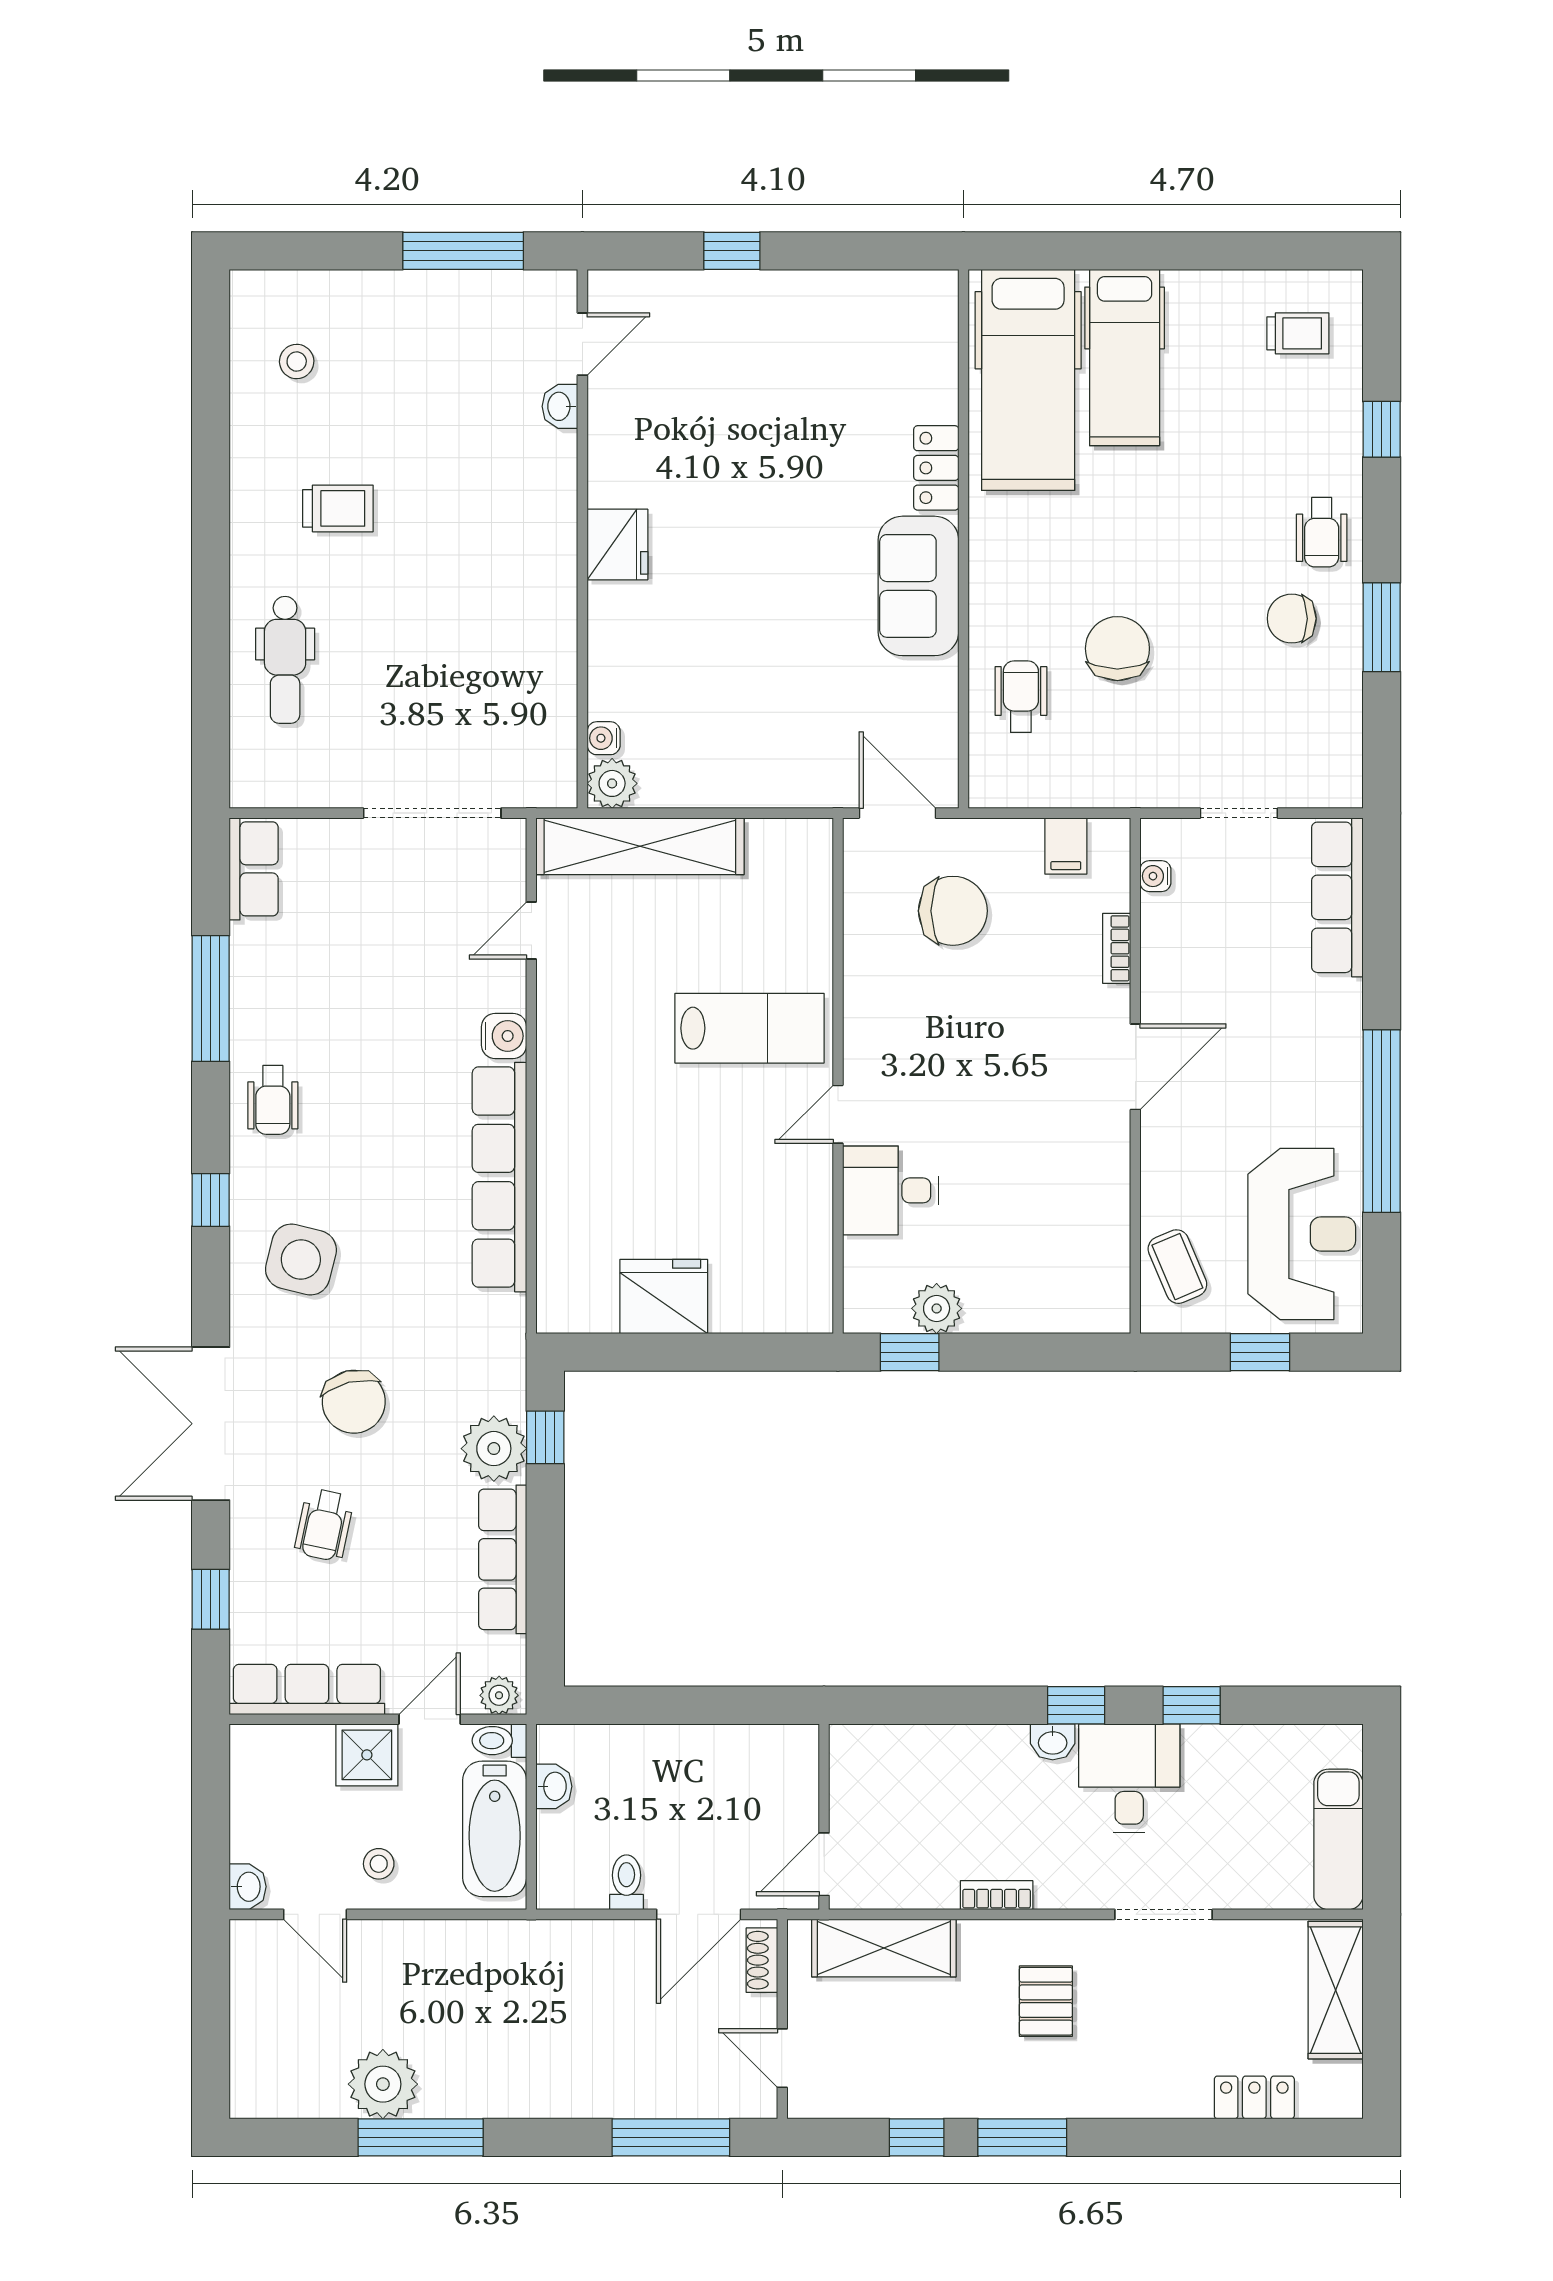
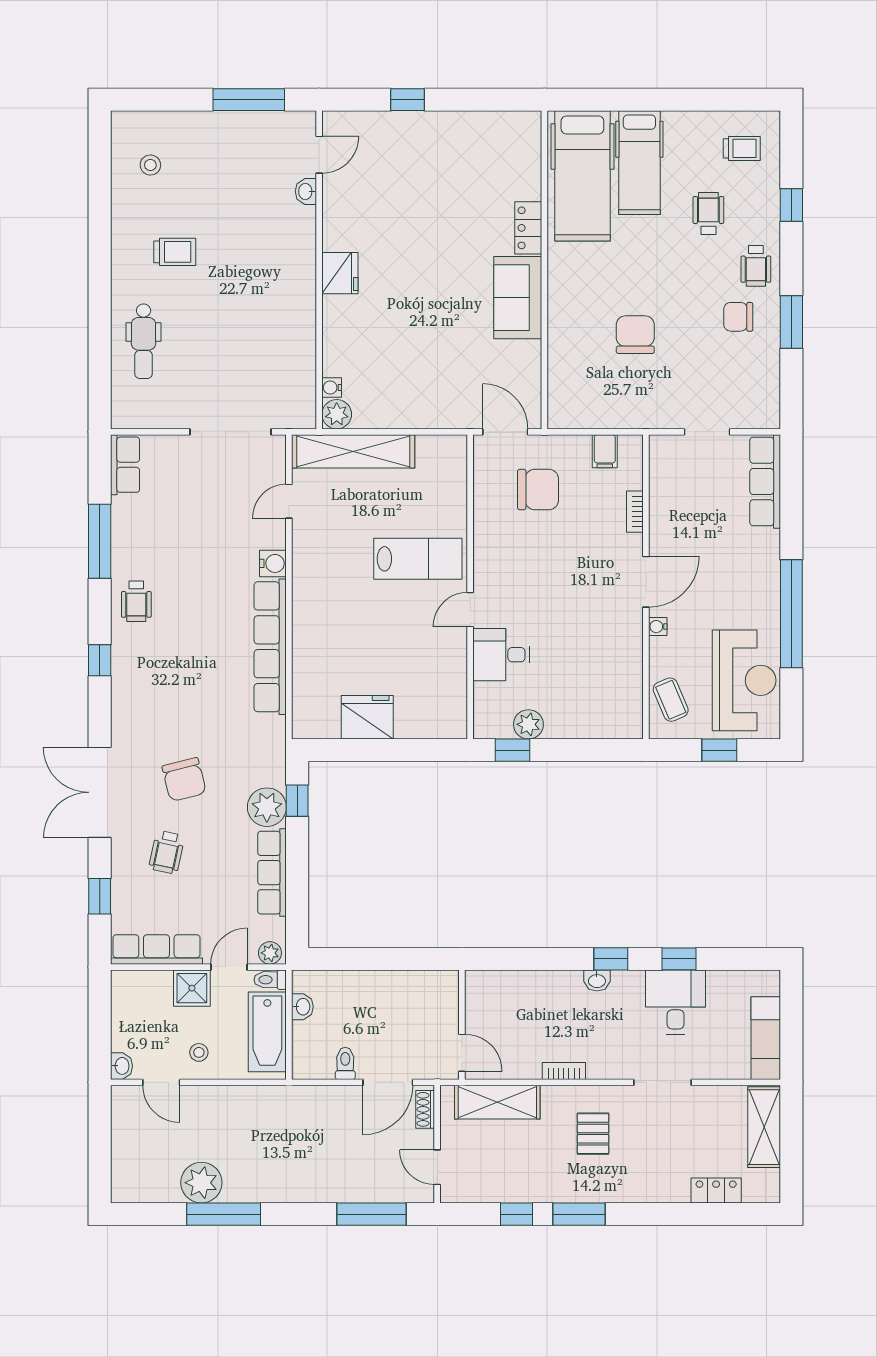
wheelchair: (1021, 697) -> (708, 213), moved
water cooler: (1155, 876) -> (658, 627), moved
side table: (301, 1259) -> (153, 695), removed
desk: (1129, 1778) -> (676, 1002), moved
door: (824, 1864) -> (462, 1053), swing flipped

